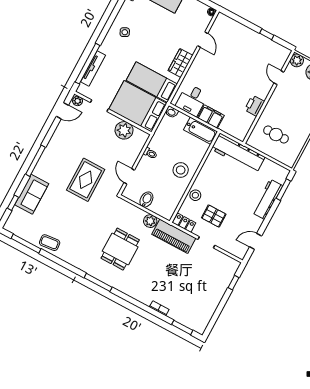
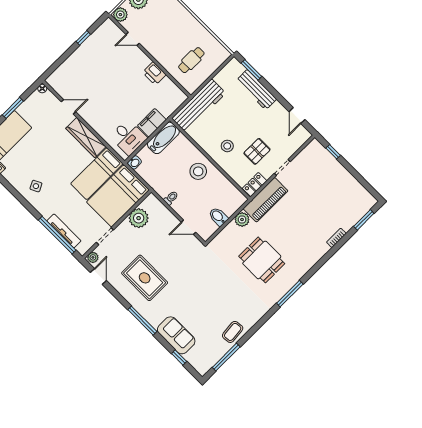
wardrobe: (180, 63) -> (86, 137), width x1.50
rug: (86, 180) -> (145, 278), moved
stool: (195, 195) -> (227, 146), moved

